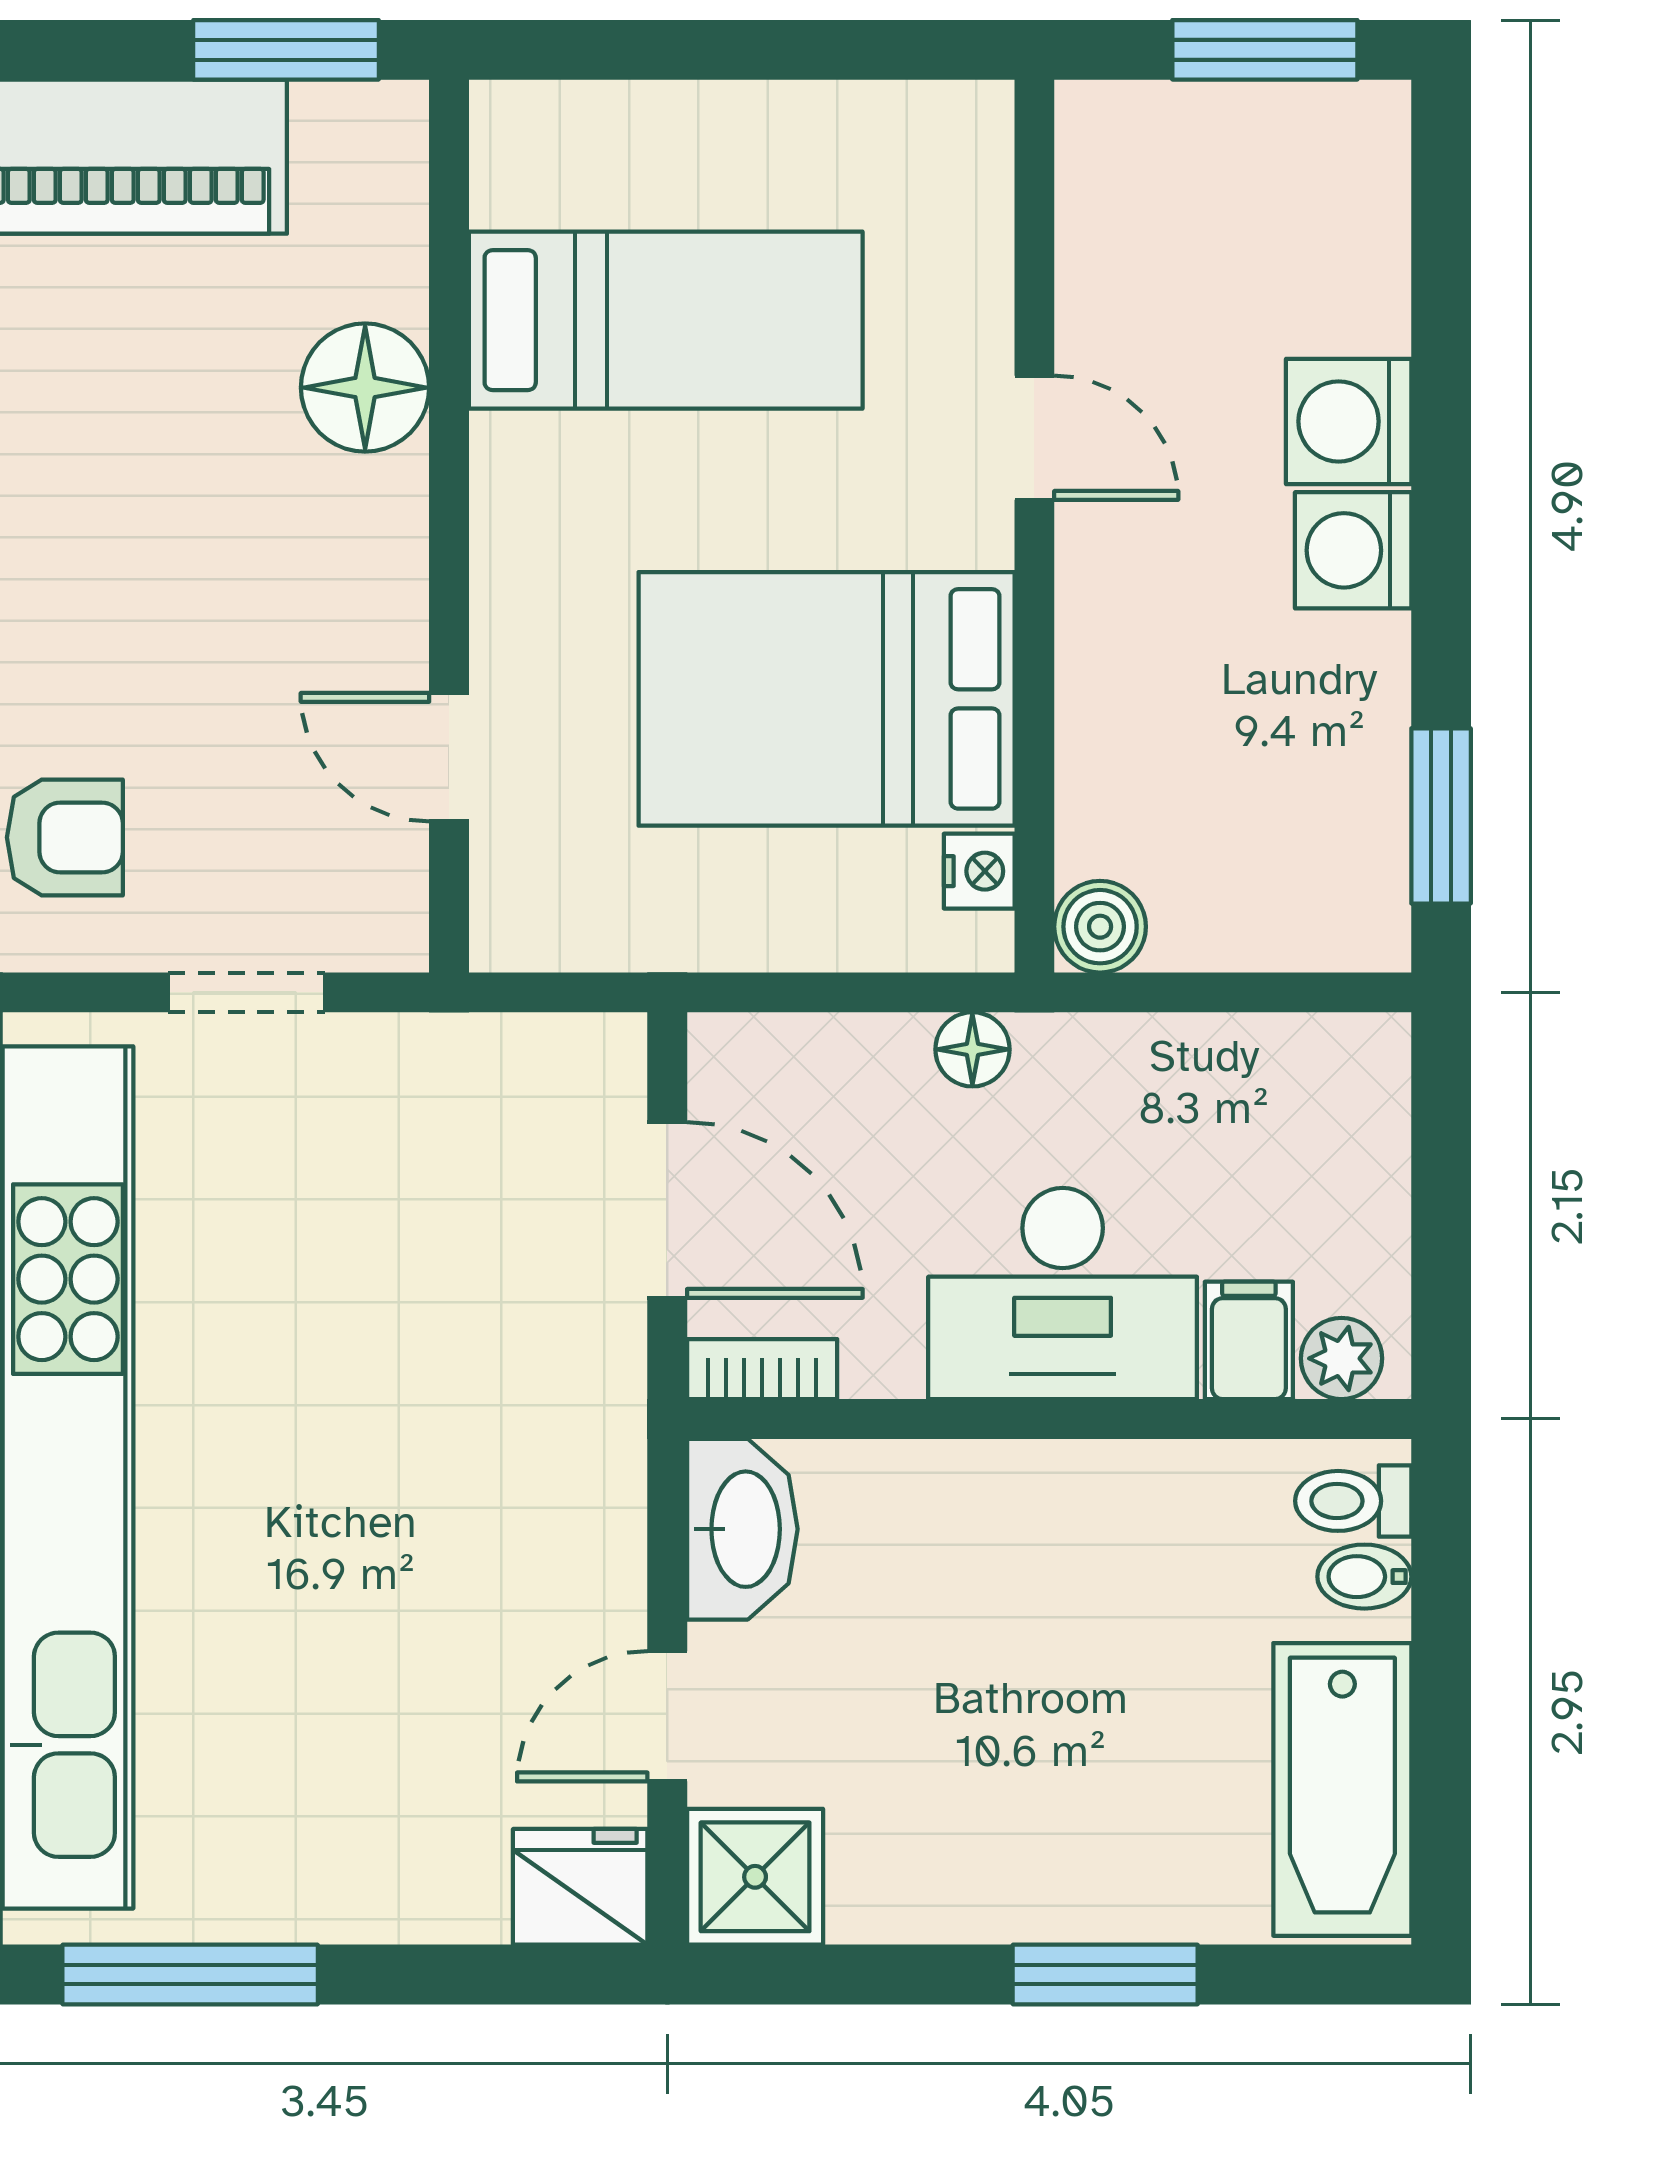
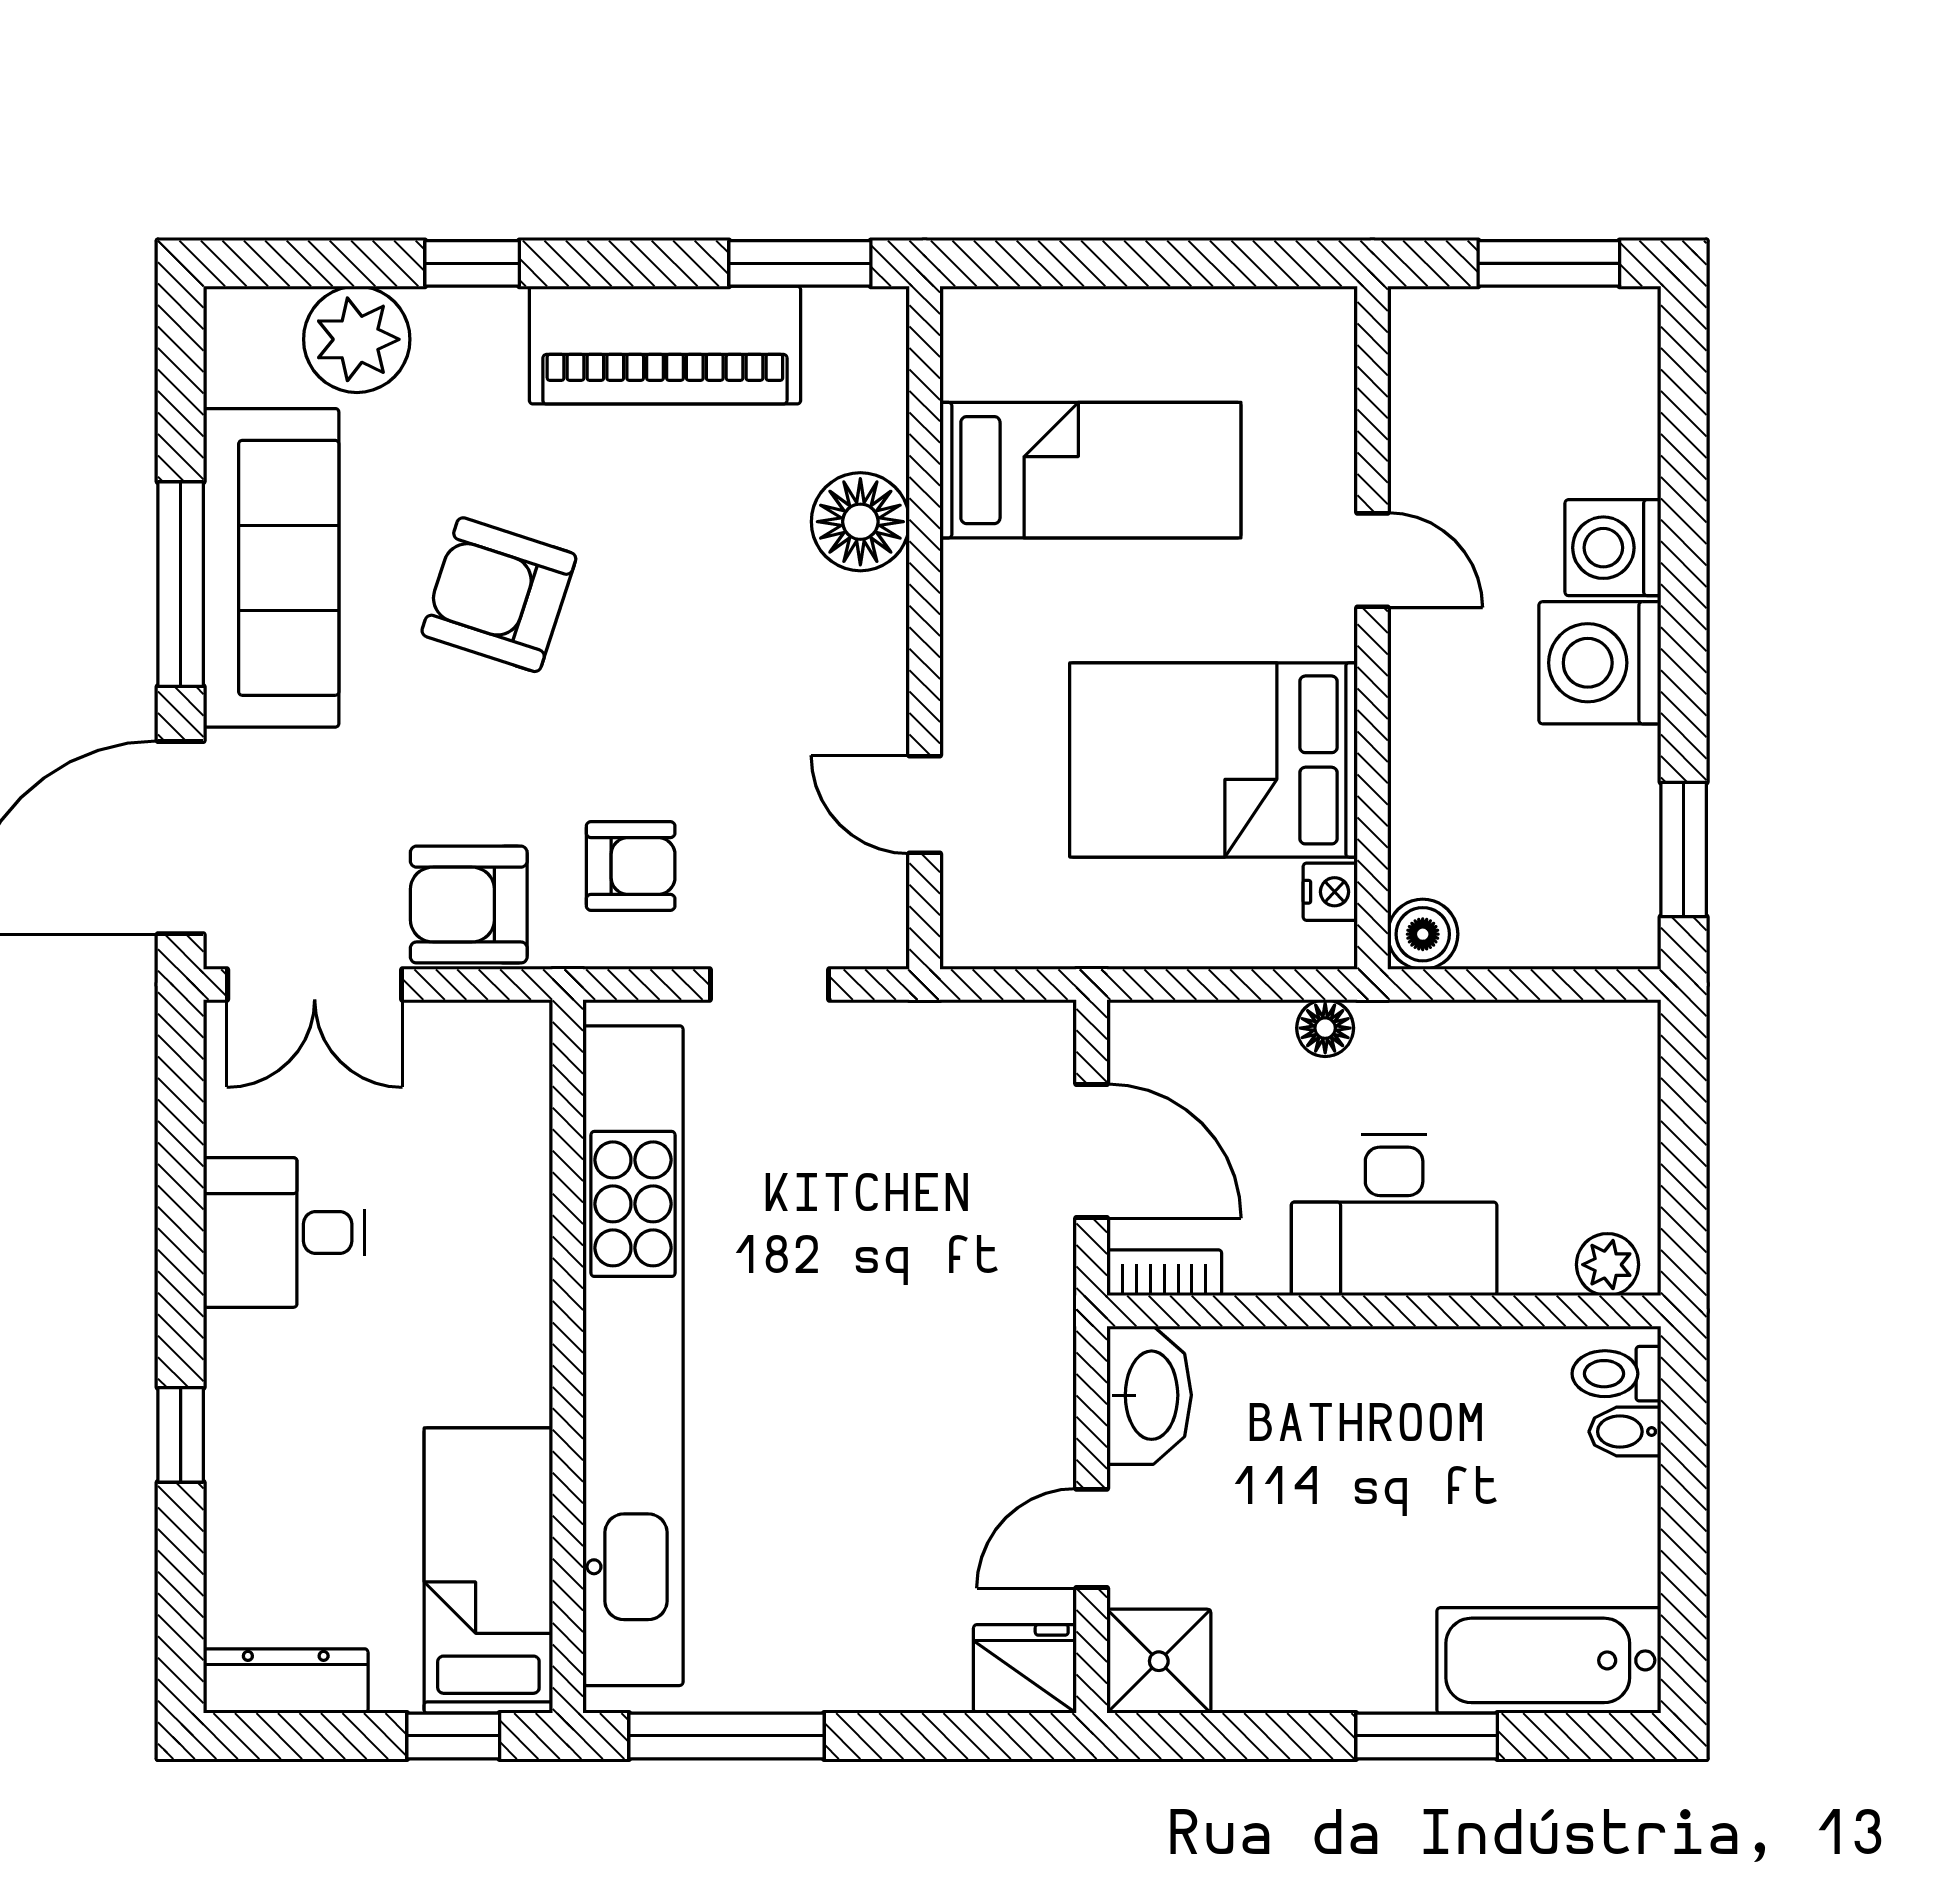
washing machine: (1353, 550) -> (1600, 663), width x1.37, depth x1.37
filing cabinet: (1249, 1340) -> (1537, 1251), removed
bathtub: (1342, 1789) -> (1549, 1660), moved, turned 90

